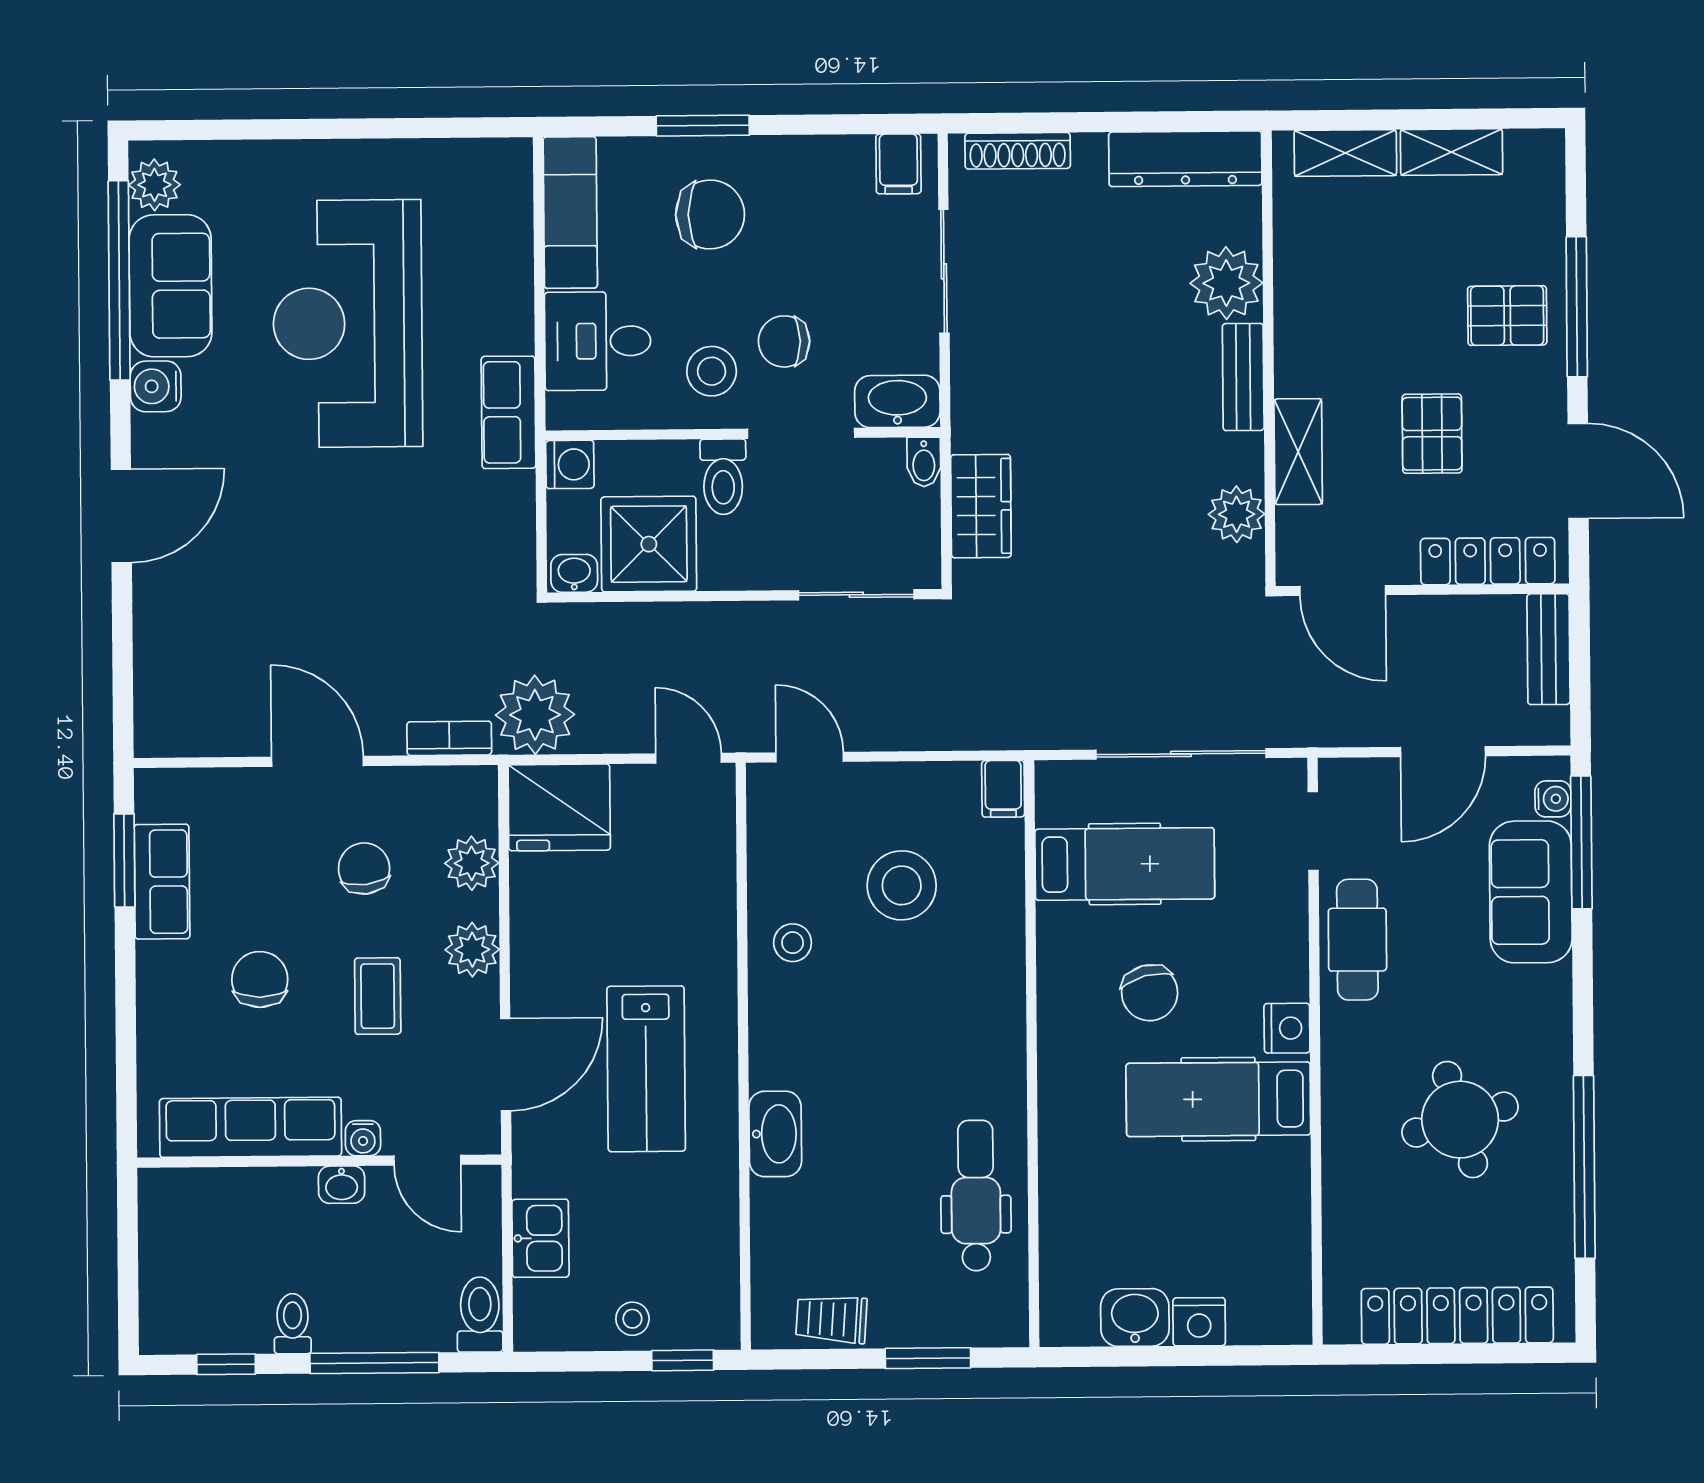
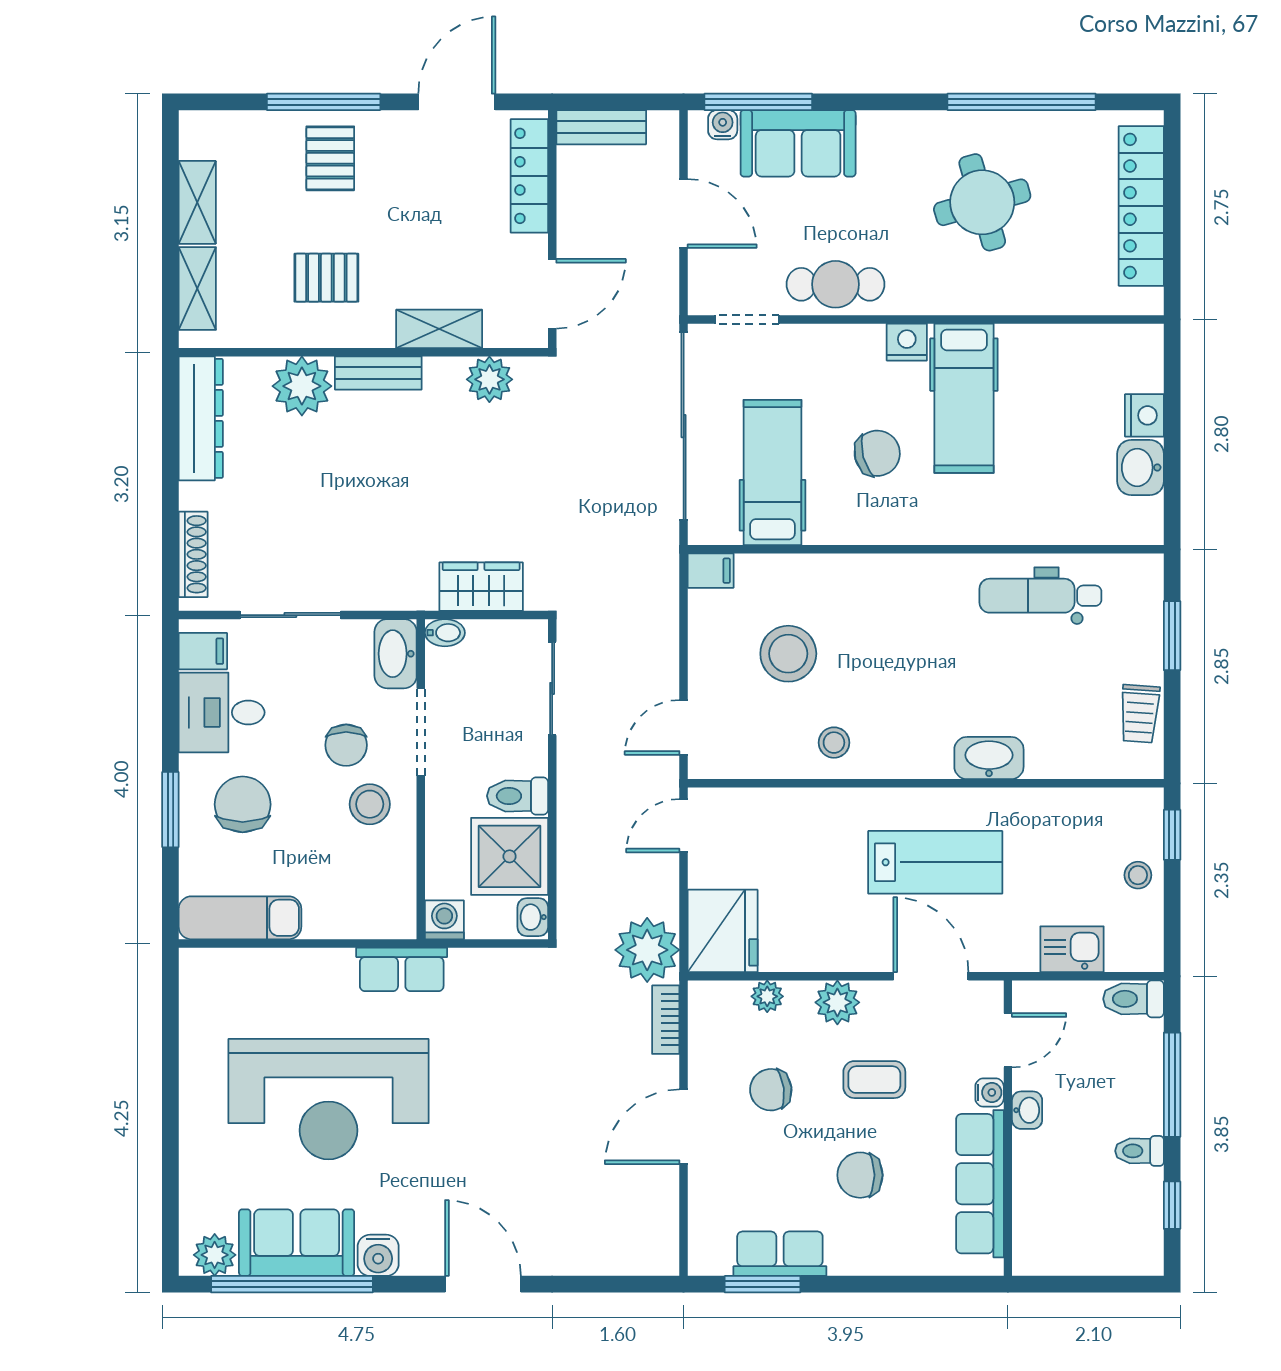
desk: (598, 341) -> (222, 712), moved, turned 90
pallet: (1432, 434) -> (326, 278), moved
toilet: (723, 477) -> (518, 796), moved, turned 180
sliding door: (1181, 754) -> (684, 426), width x1.36
plant: (472, 863) -> (767, 996), width x0.73, depth x0.73

